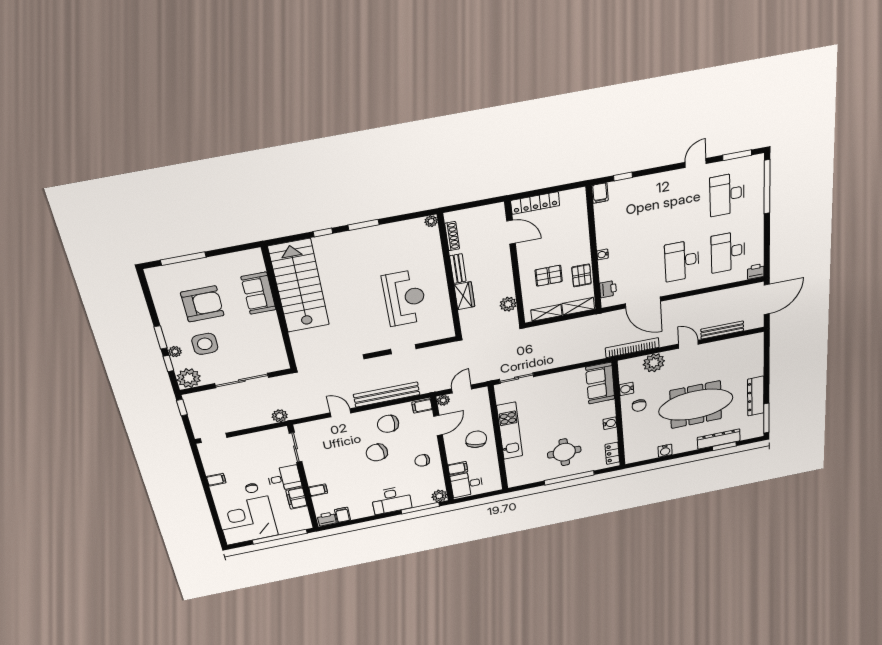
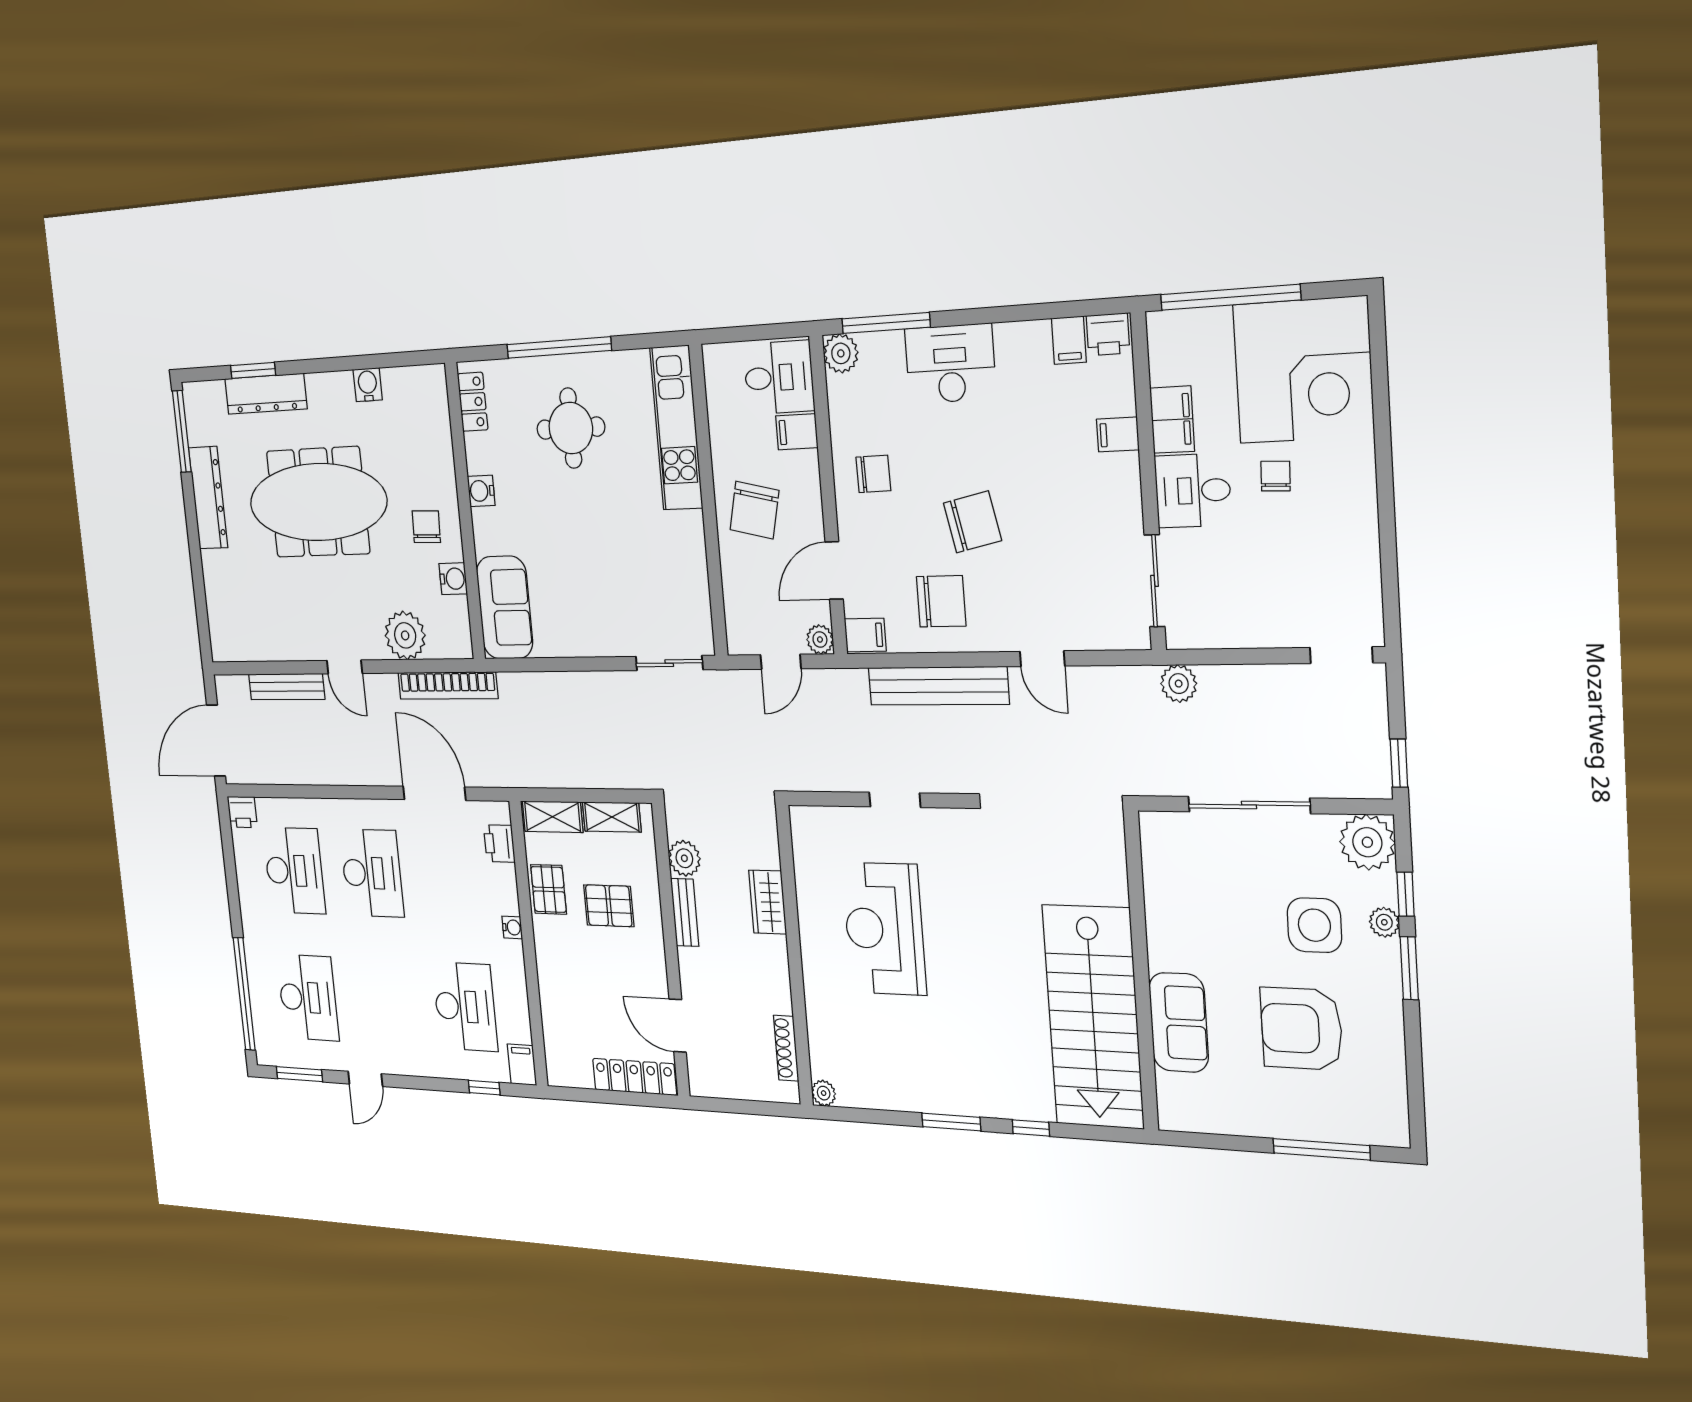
desk: (632, 212) -> (465, 1007), added
bench: (458, 269) -> (685, 912), moved
kitchen unit: (510, 431) -> (676, 428), moved
filing cabinet: (216, 480) -> (1357, 523), removed

